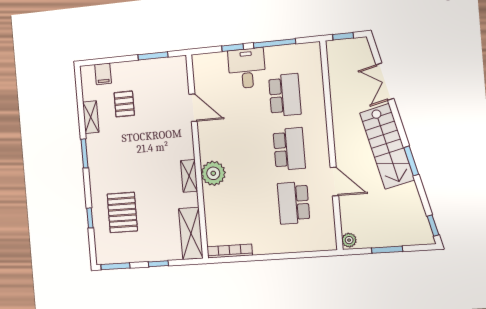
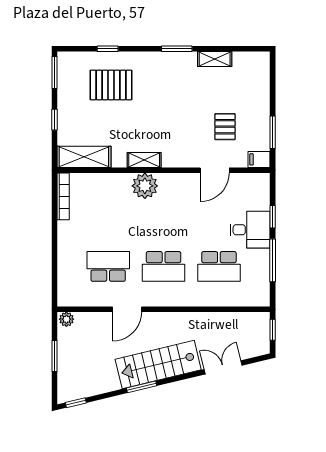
filing cabinet: (103, 74) -> (259, 159), moved
pallet: (124, 104) -> (225, 127), moved, turned 90

